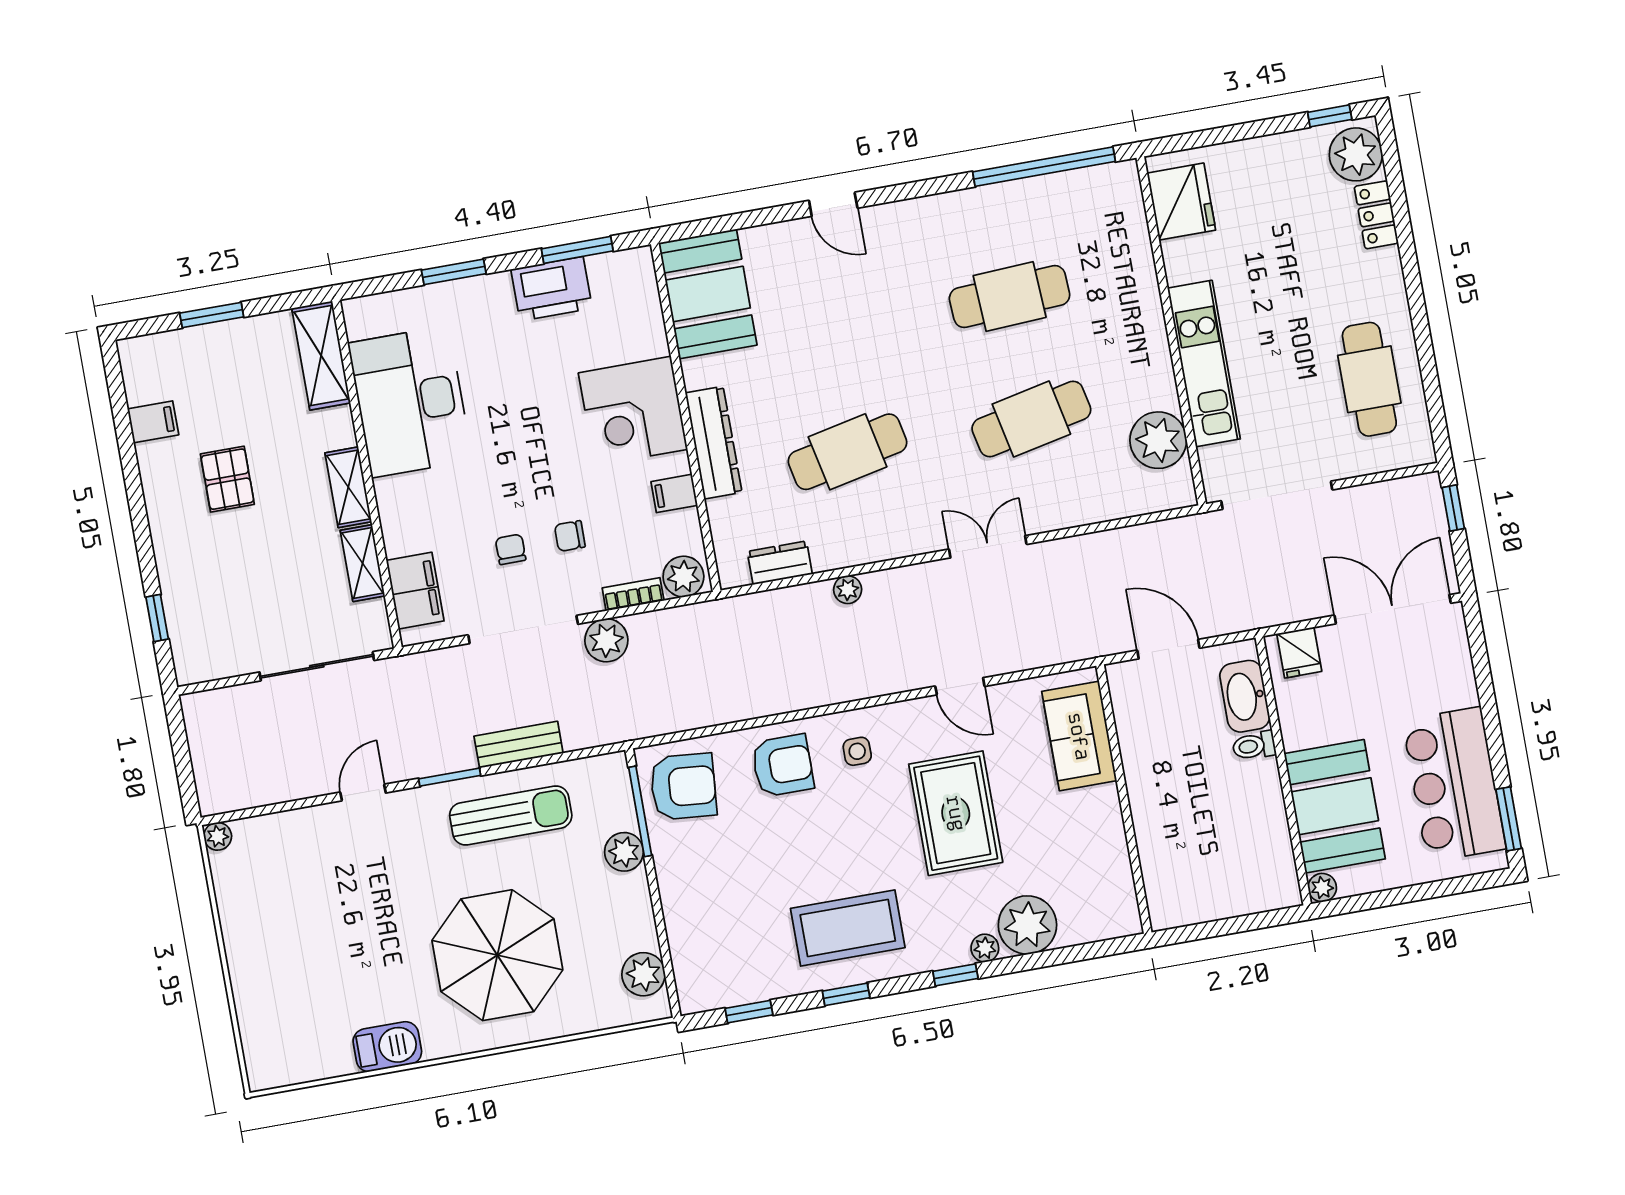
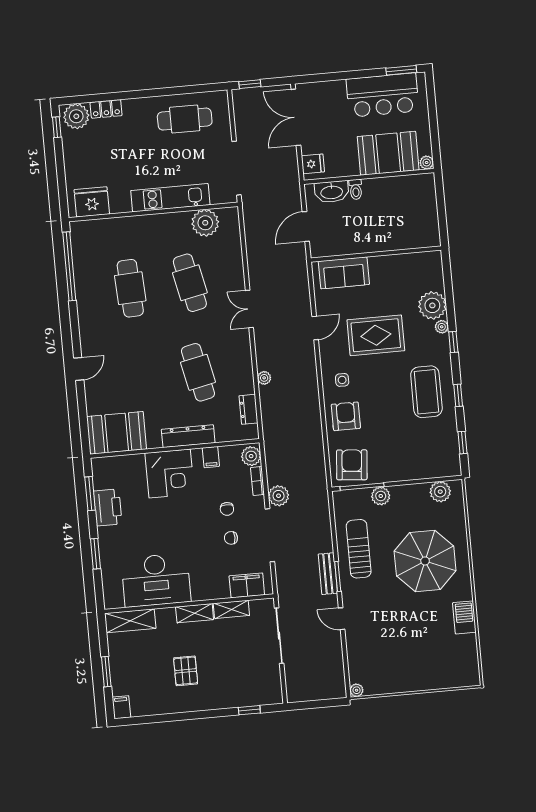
filing cabinet: (153, 422) -> (121, 707), moved
pallet: (227, 479) -> (186, 671), turned 90
bench: (519, 745) -> (328, 574), moved

